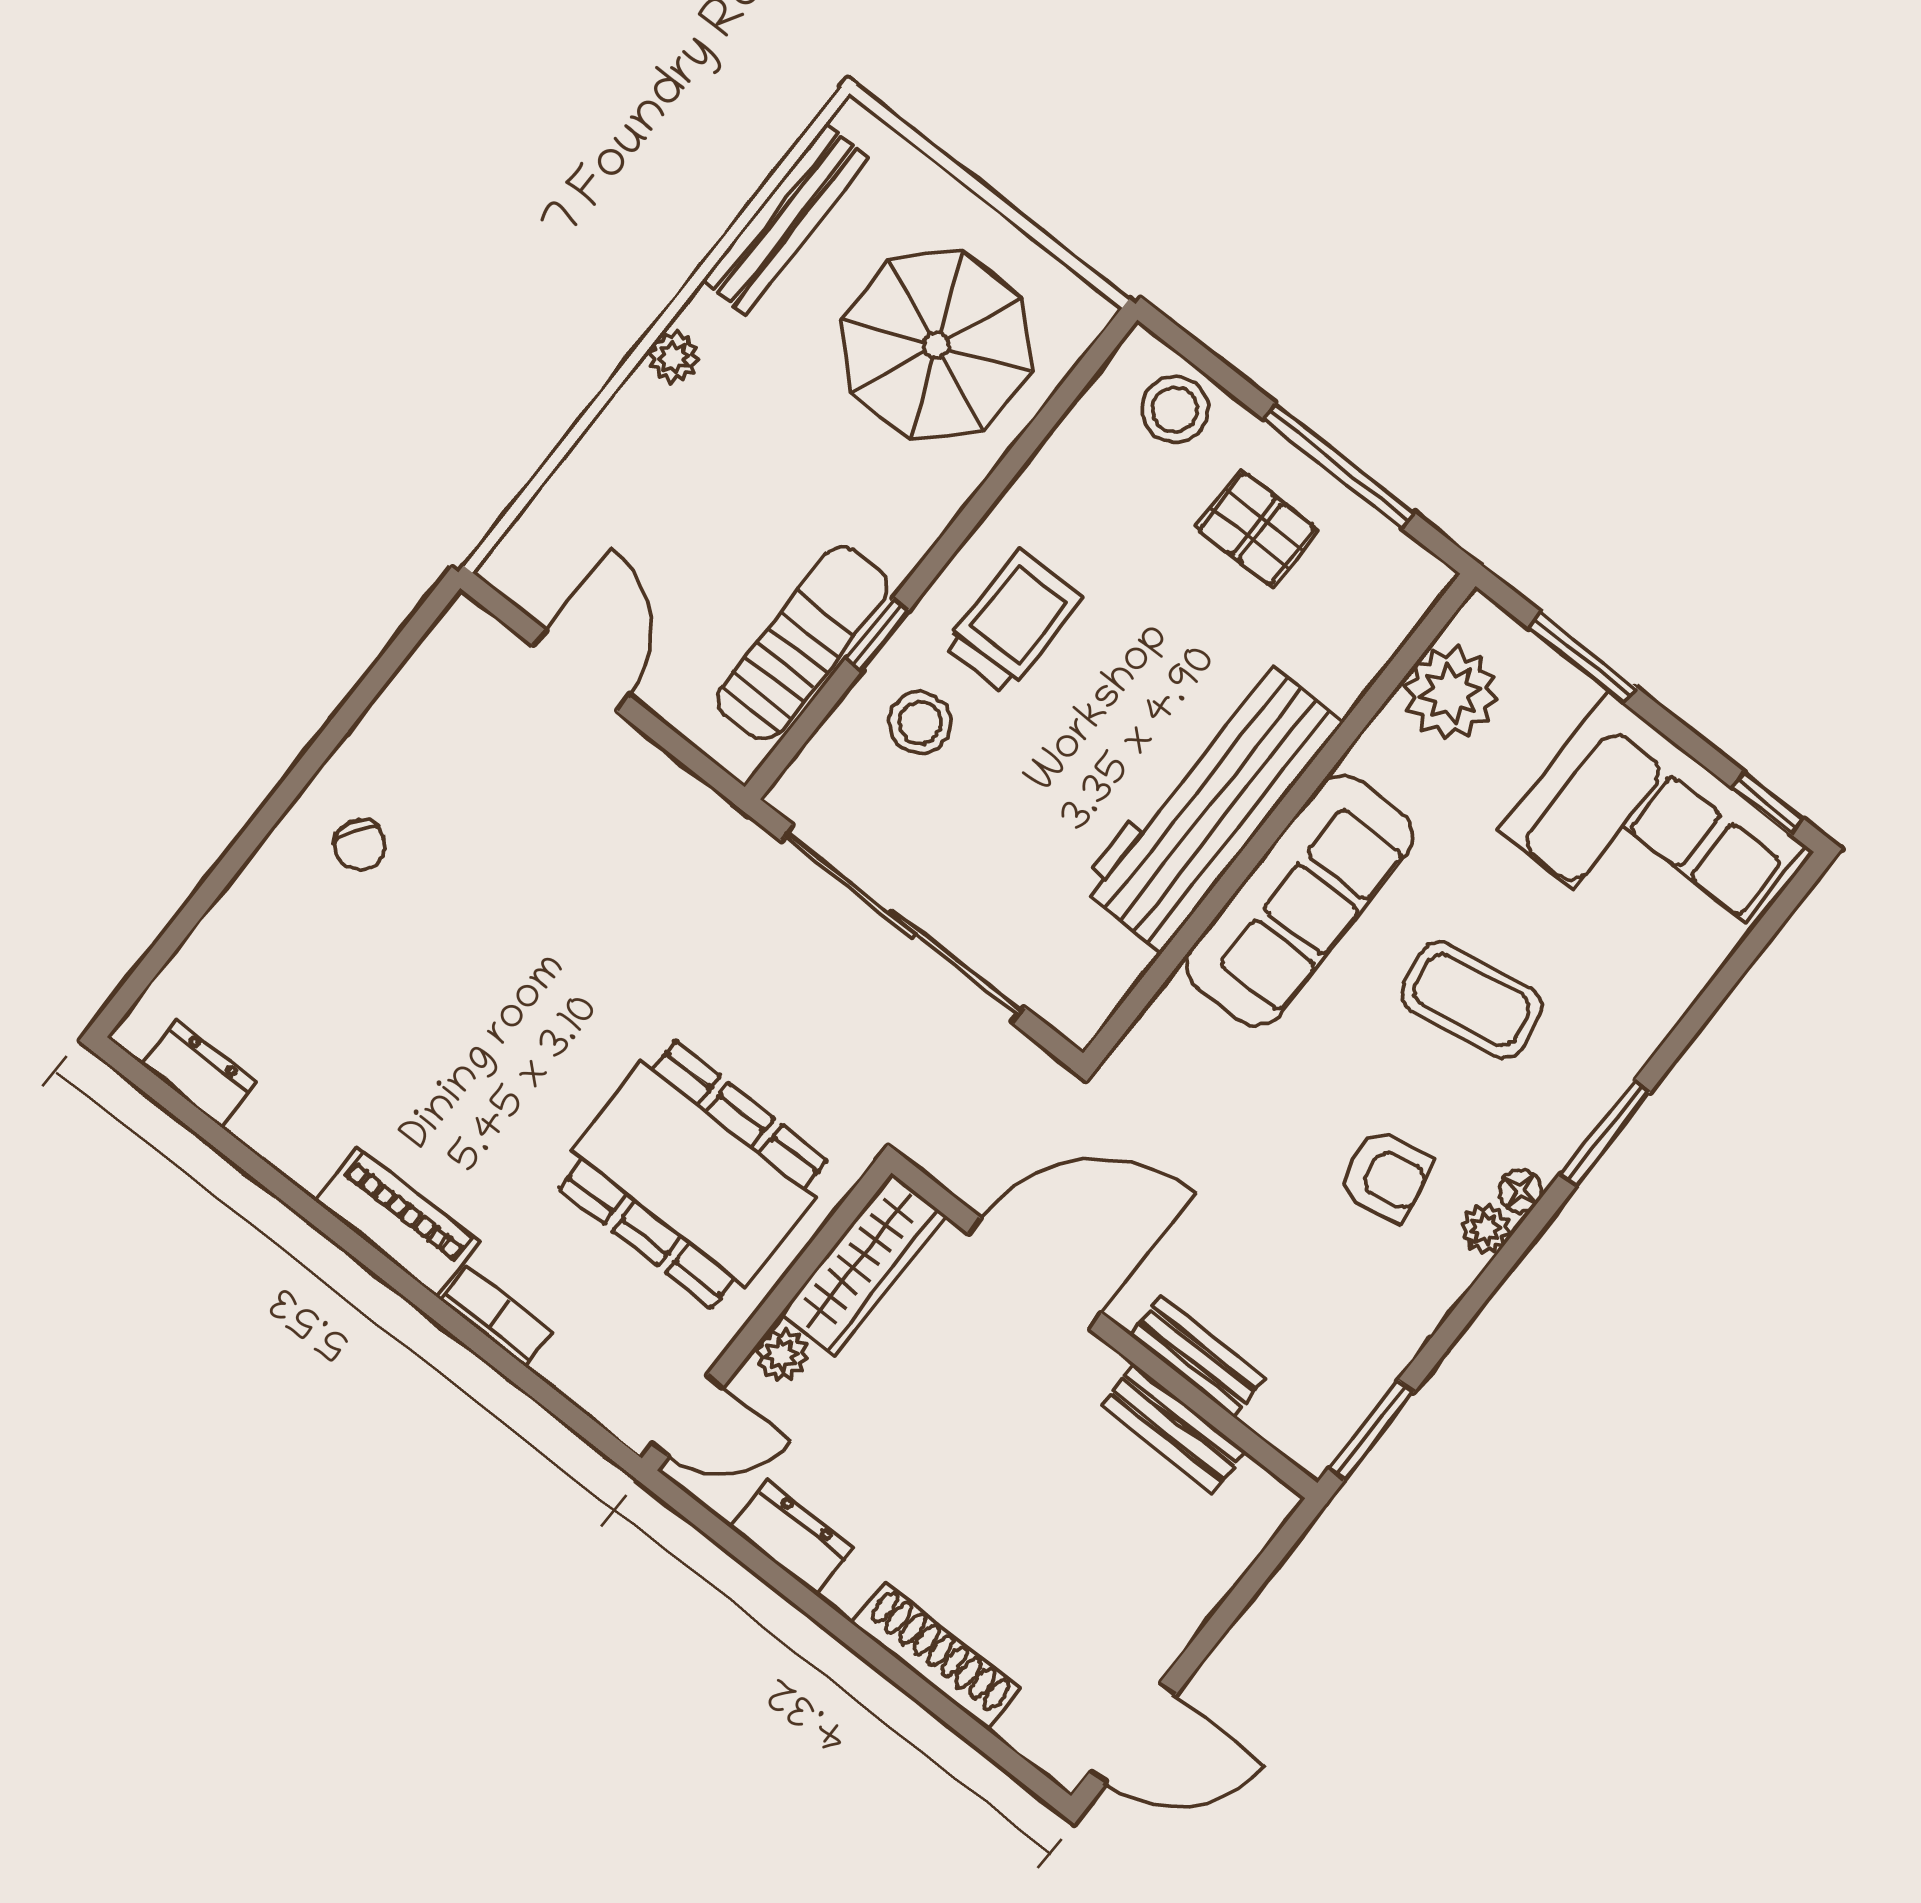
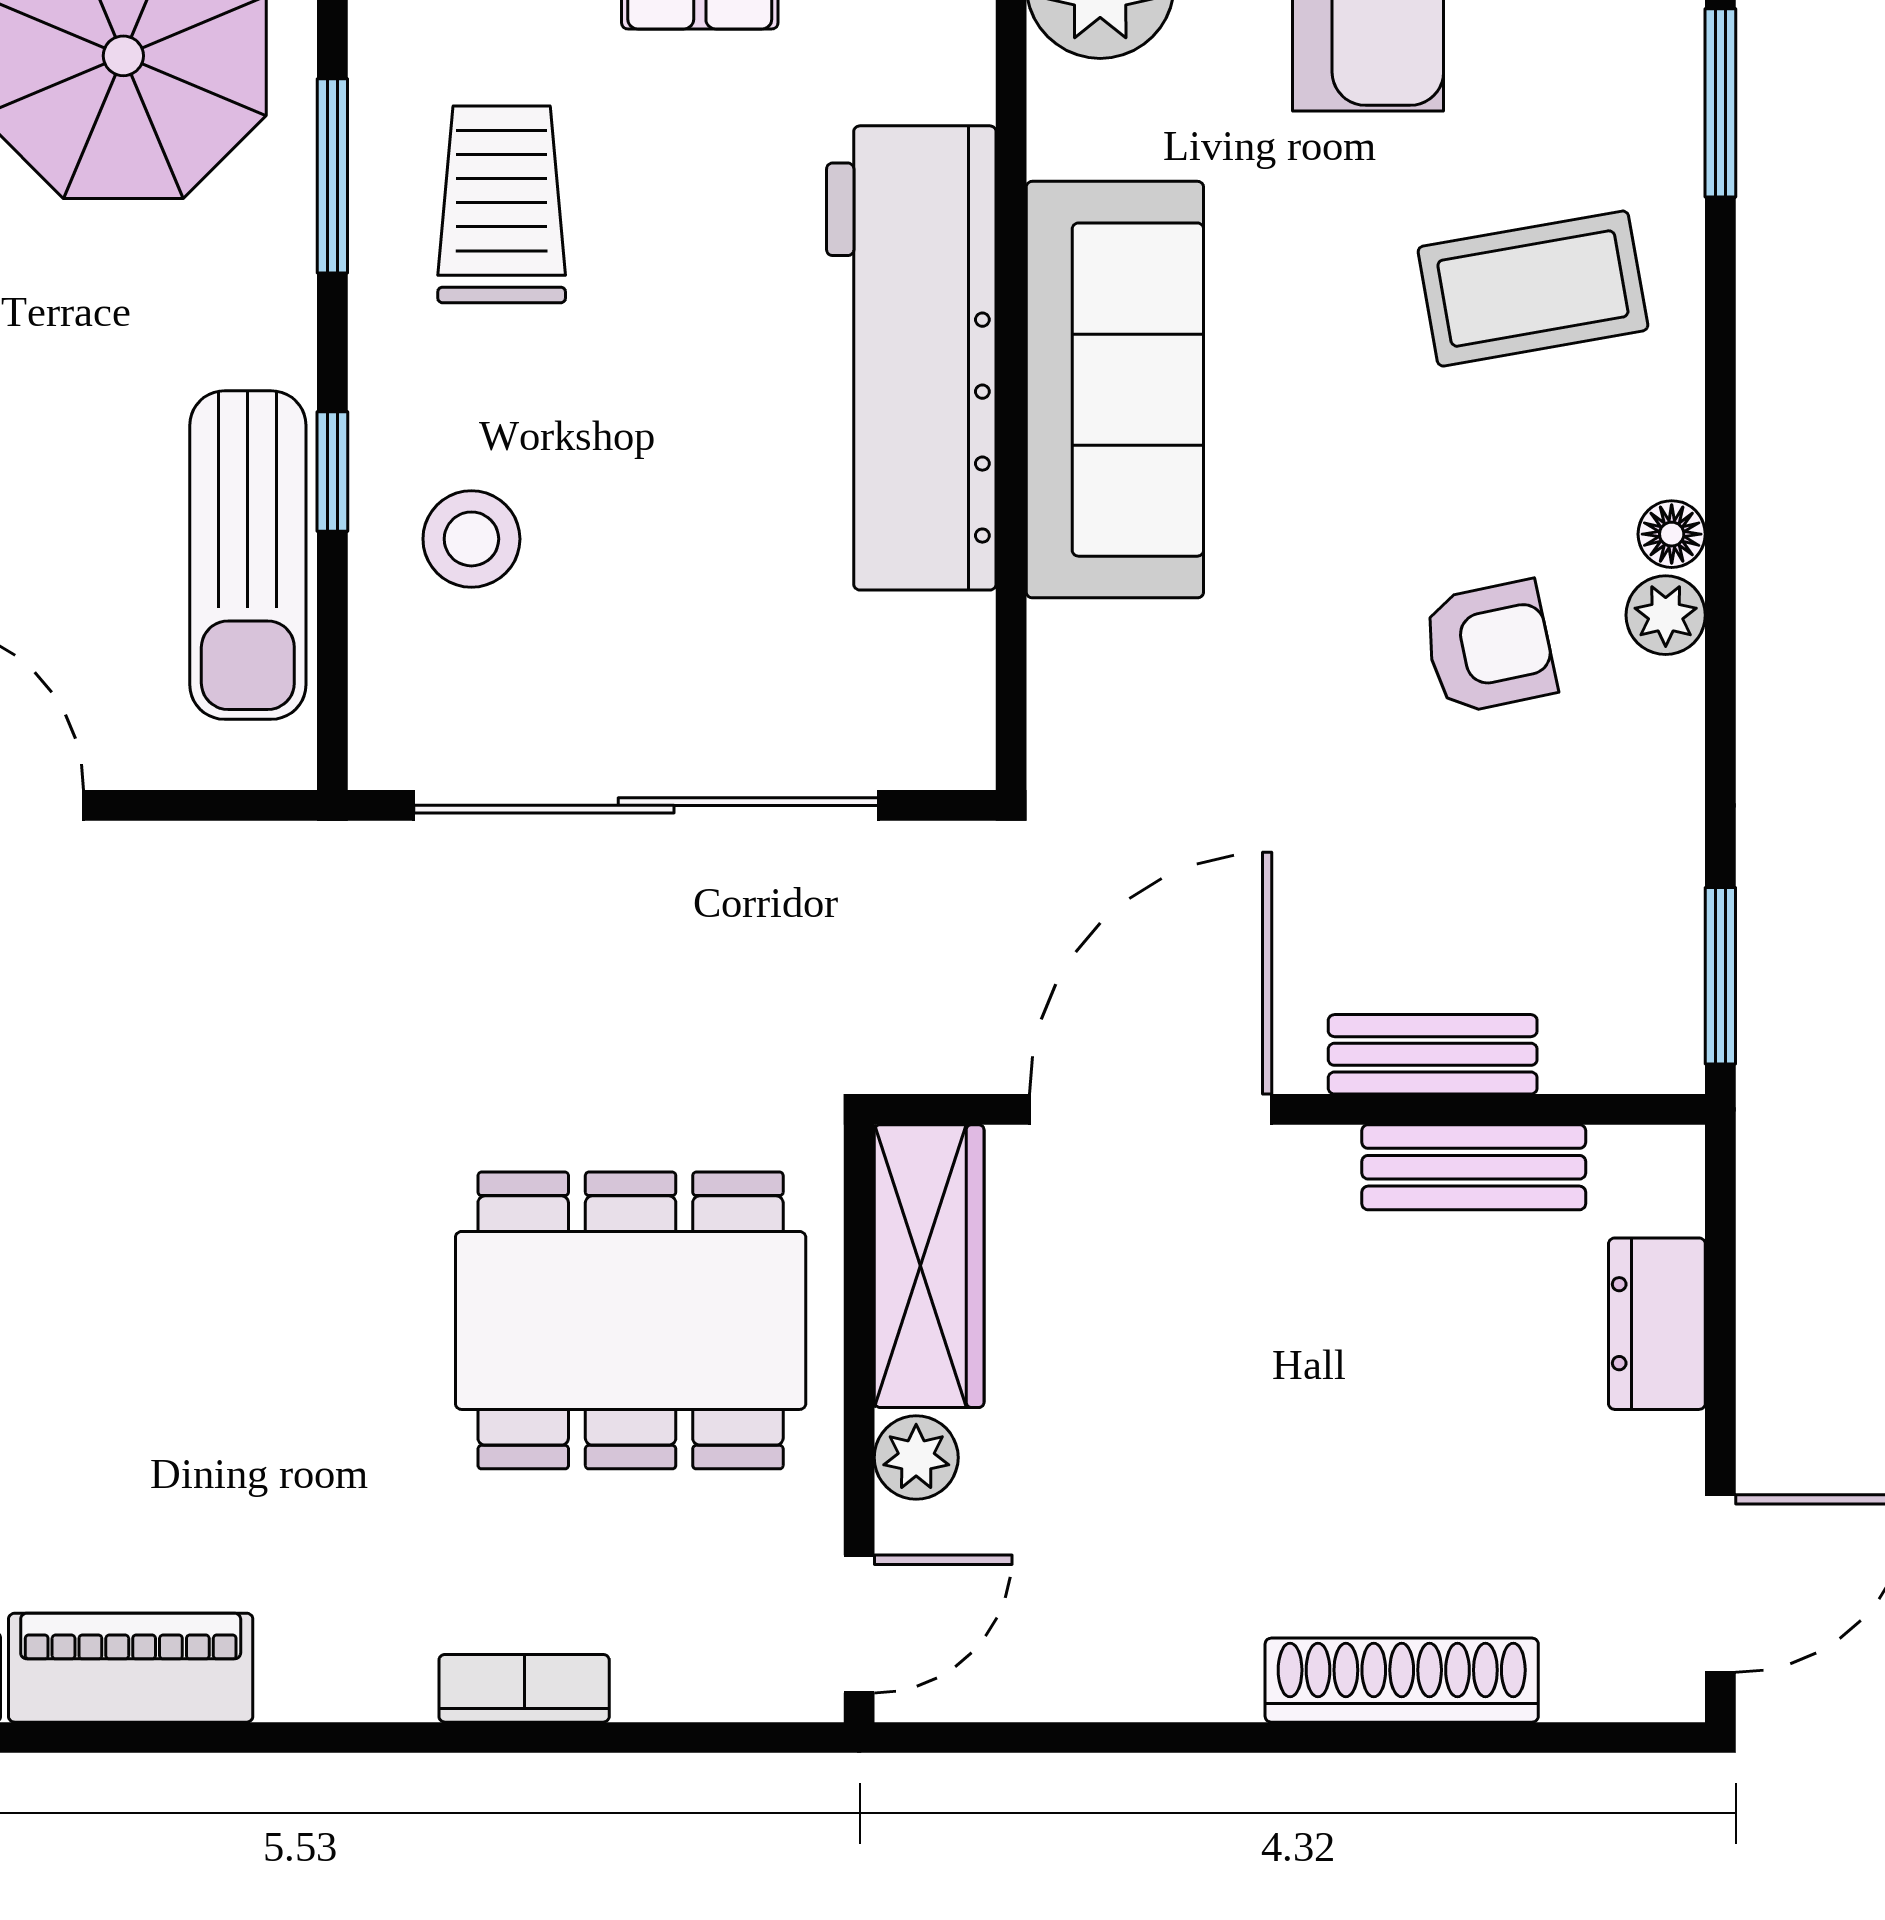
window: (993, 487) -> (332, 176), added
trolley: (1013, 621) -> (502, 204), moved
sun lounger: (803, 643) -> (248, 555), turned 180
coffee table: (1472, 1000) -> (1533, 289), moved
window: (1605, 1133) -> (1720, 103), moved
piano: (397, 1221) -> (131, 1668), moved
dresser: (792, 1538) -> (1657, 1324), moved, turned -90

